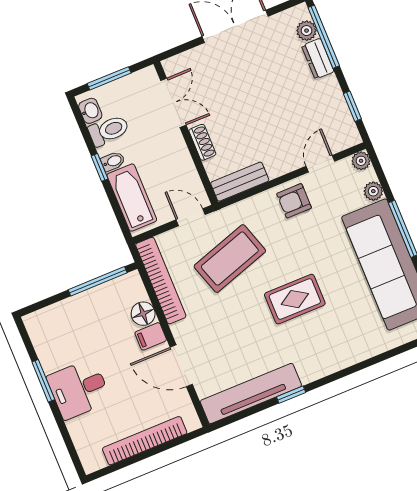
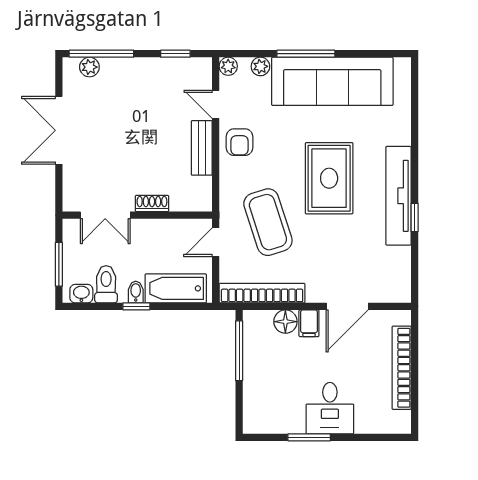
dresser: (318, 59) -> (119, 67), removed
double door: (173, 103) -> (105, 215), swing flipped
bench: (240, 182) -> (202, 148), moved
rug: (295, 299) -> (329, 178), width x1.36, depth x1.43
tv unit: (251, 393) -> (398, 196), moved

